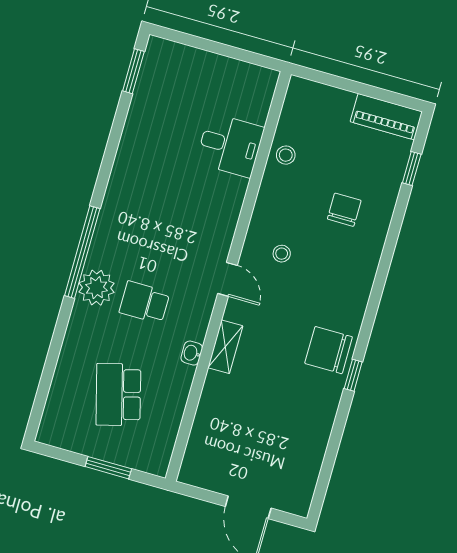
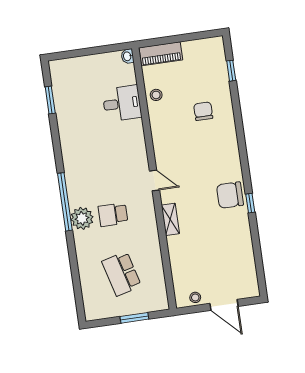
window: (133, 71) -> (50, 100), moved
piano: (386, 117) -> (161, 54), moved
stool: (282, 254) -> (195, 297), moved
washbasin: (192, 353) -> (127, 56), moved

